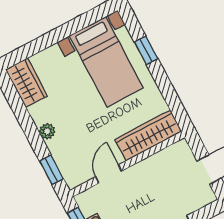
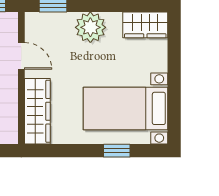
plant: (47, 131) -> (90, 27), width x1.87, depth x1.87

